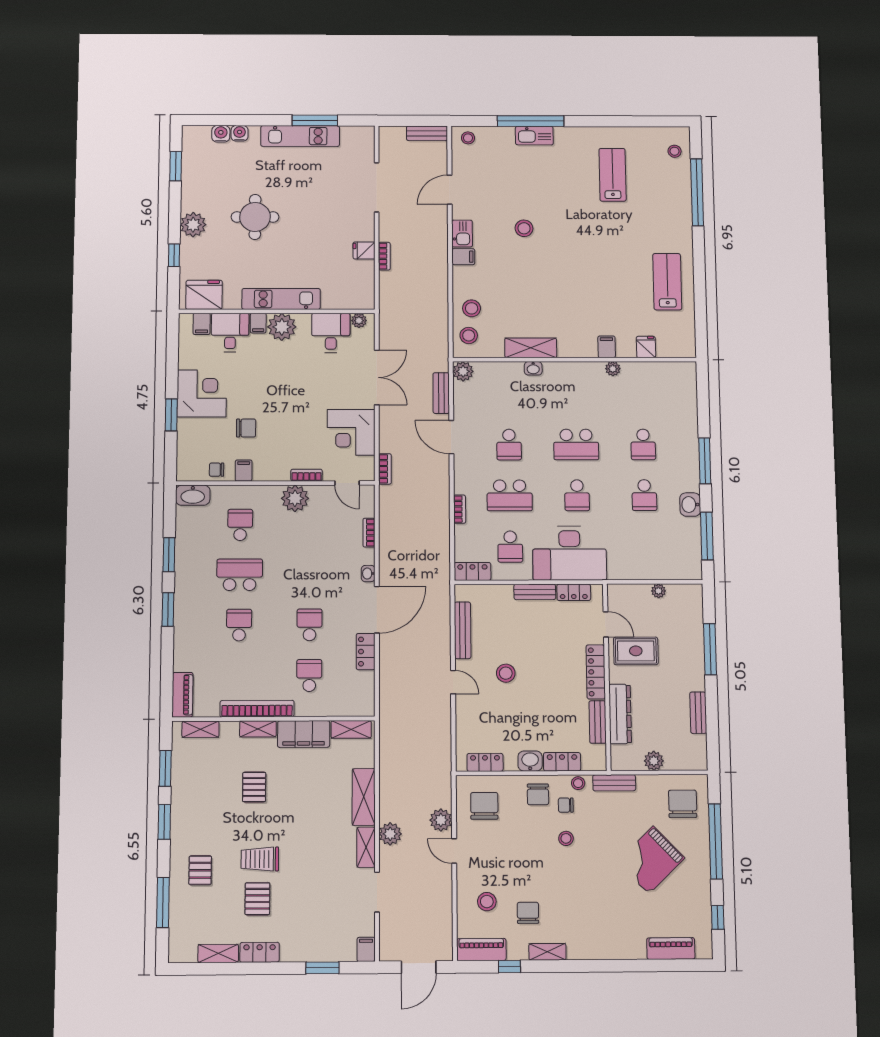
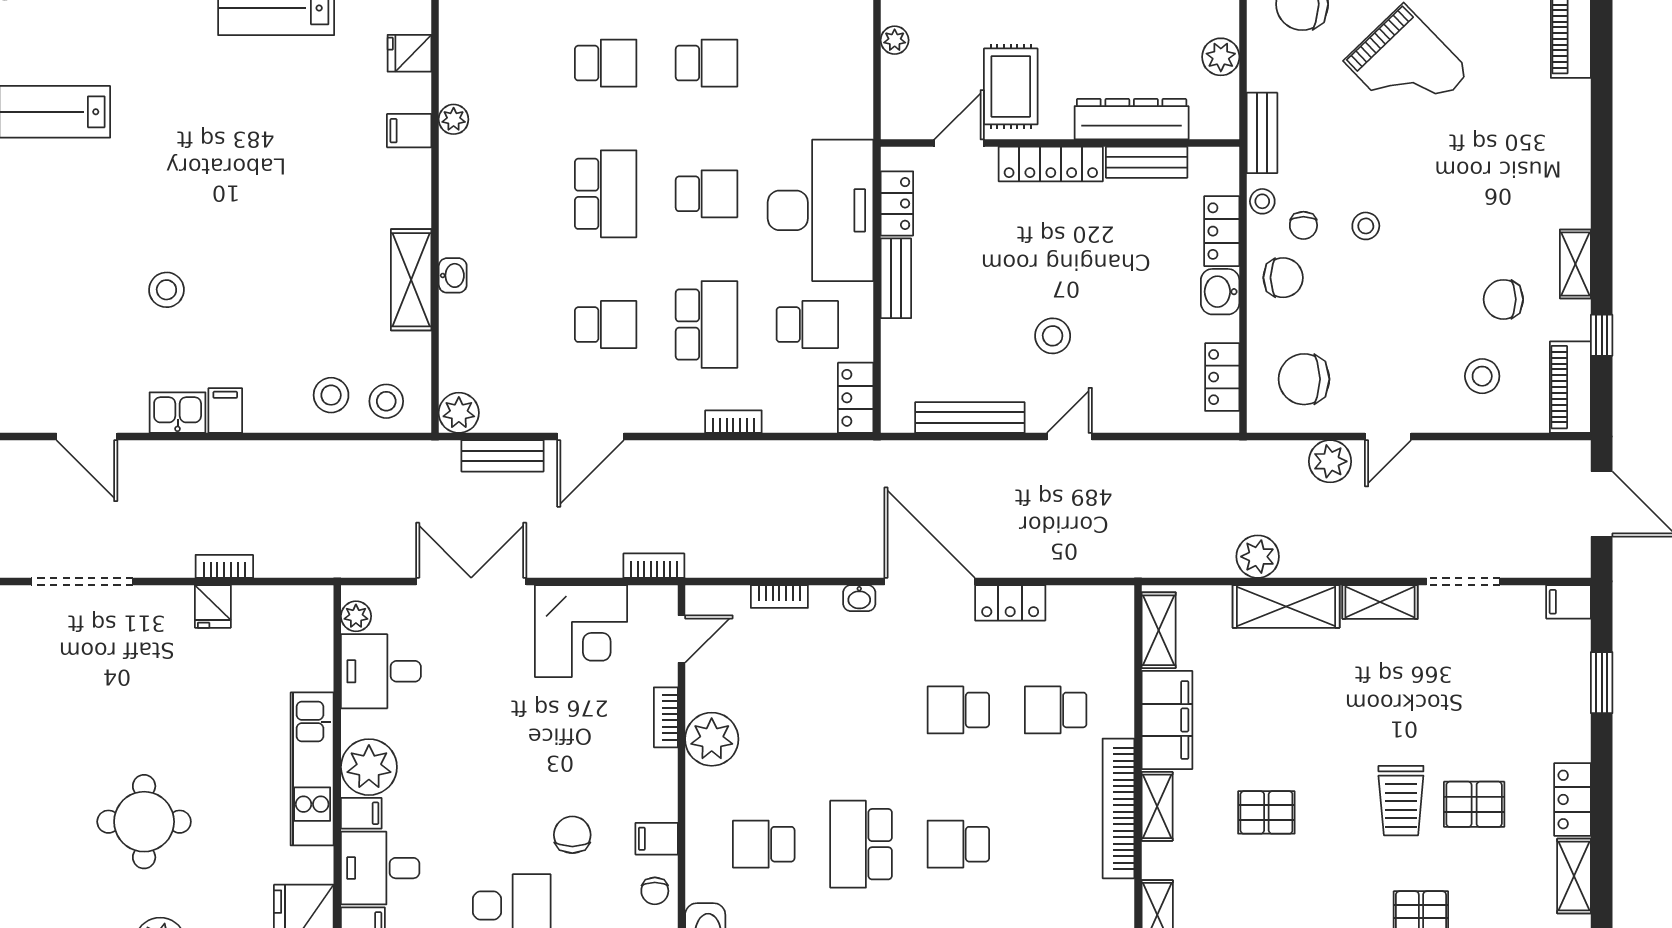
plant: (390, 834) -> (1258, 557), moved

